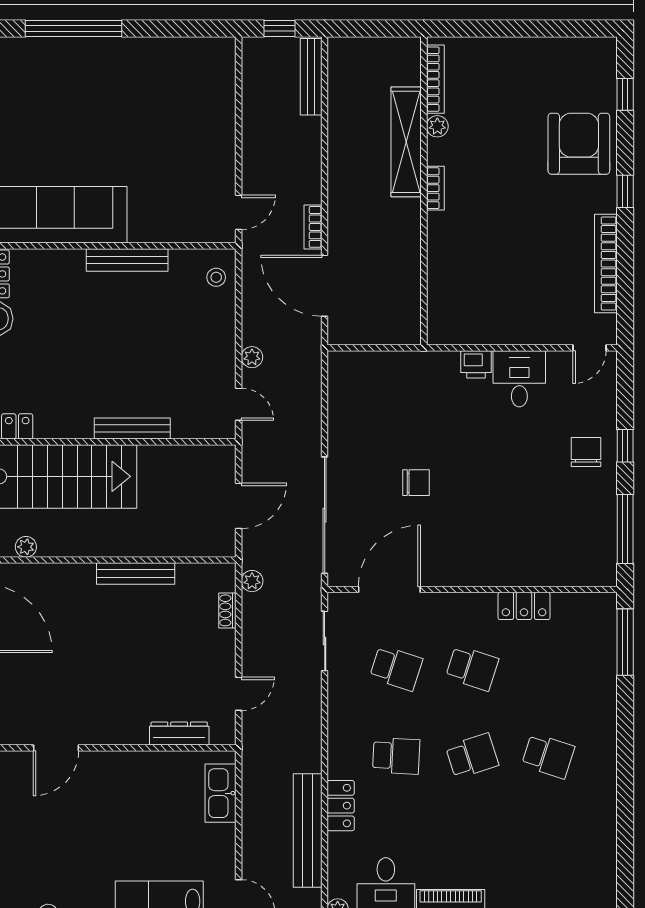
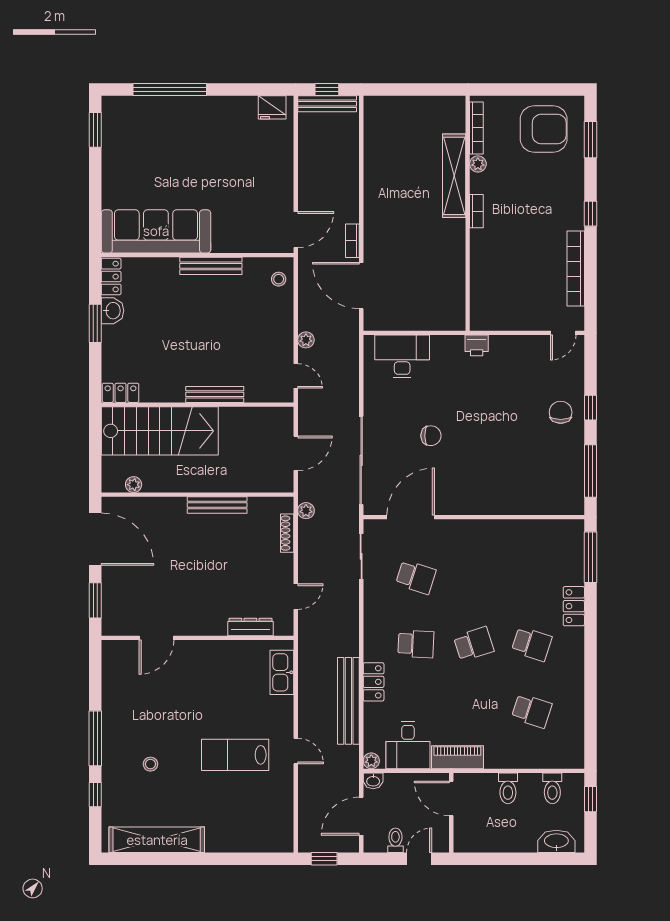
fridge: (208, 52) -> (272, 107), added
bench: (311, 77) -> (327, 104), moved, turned 90
bookcase: (435, 79) -> (476, 128), moved
window: (625, 94) -> (590, 140), width x1.50
plant: (437, 126) -> (478, 164), moved
shelving: (406, 142) -> (454, 176), moved
armchair: (579, 144) -> (544, 129), moved, turned 90
bookcase: (435, 188) -> (476, 211), moved
wall: (424, 191) -> (468, 213), moved
door: (239, 212) -> (296, 230), width x1.38
desk: (519, 379) -> (402, 356), moved, width x1.37
locker: (524, 606) -> (574, 606), moved, turned 90
shoe rack: (227, 610) -> (287, 533), width x1.43
school desk: (472, 668) -> (532, 711), moved

